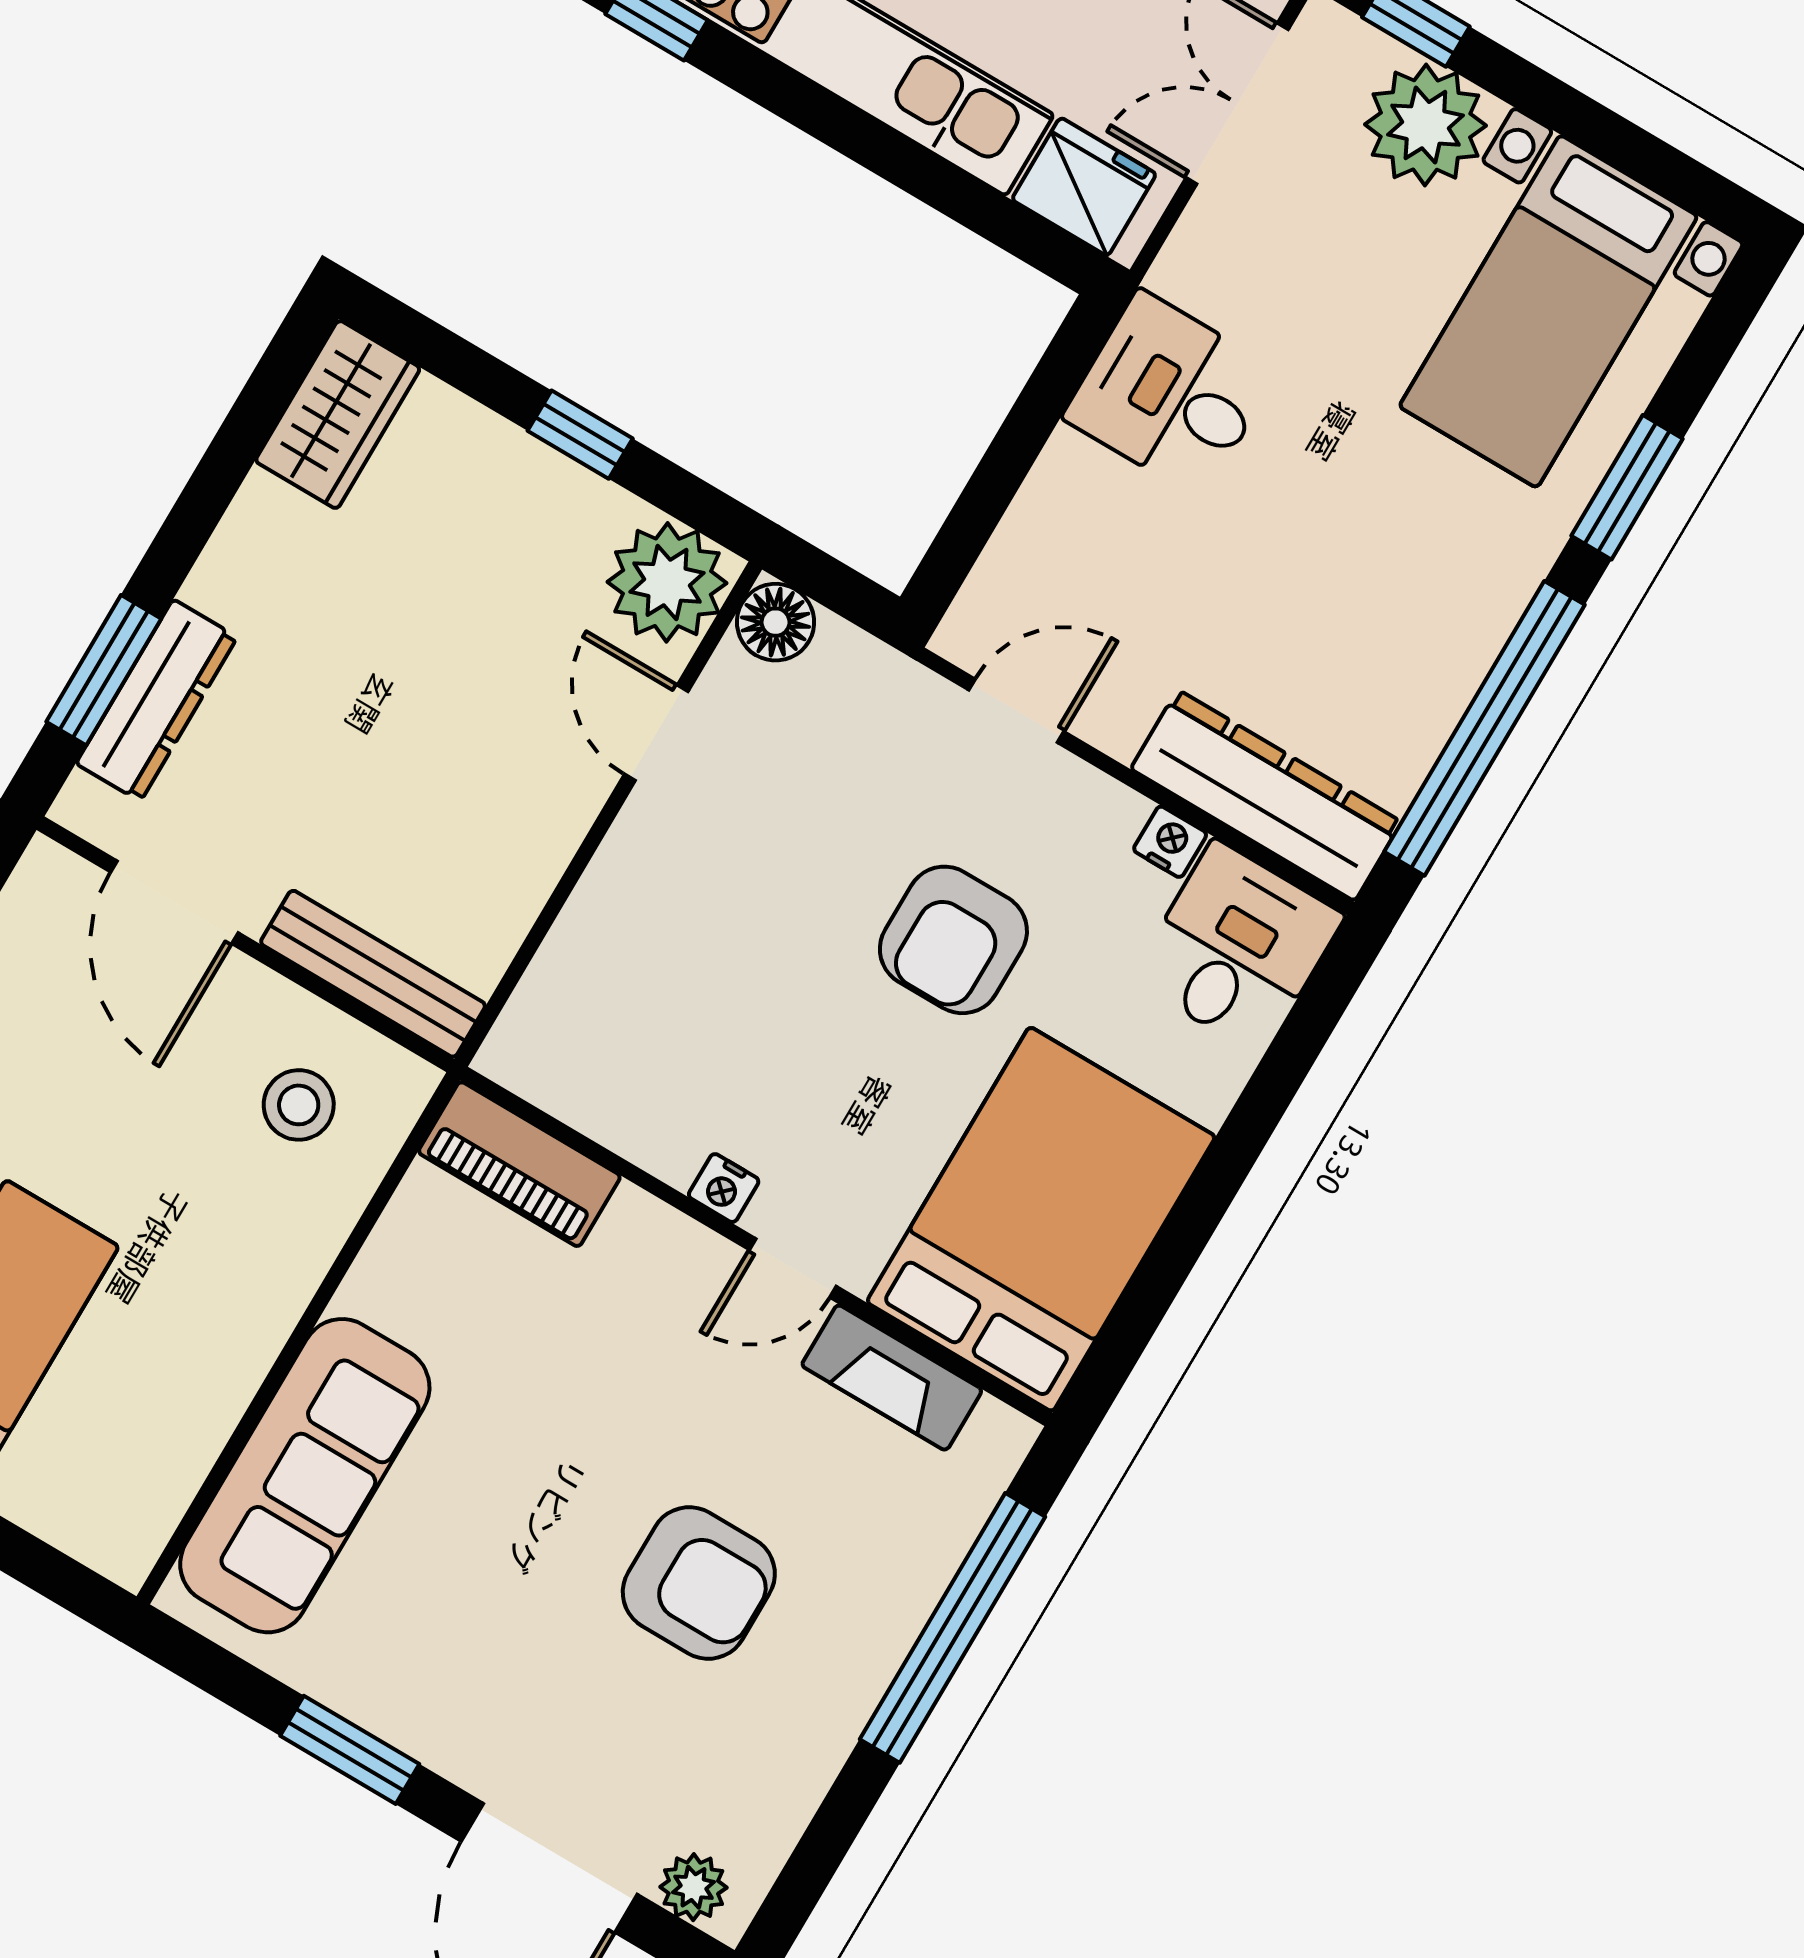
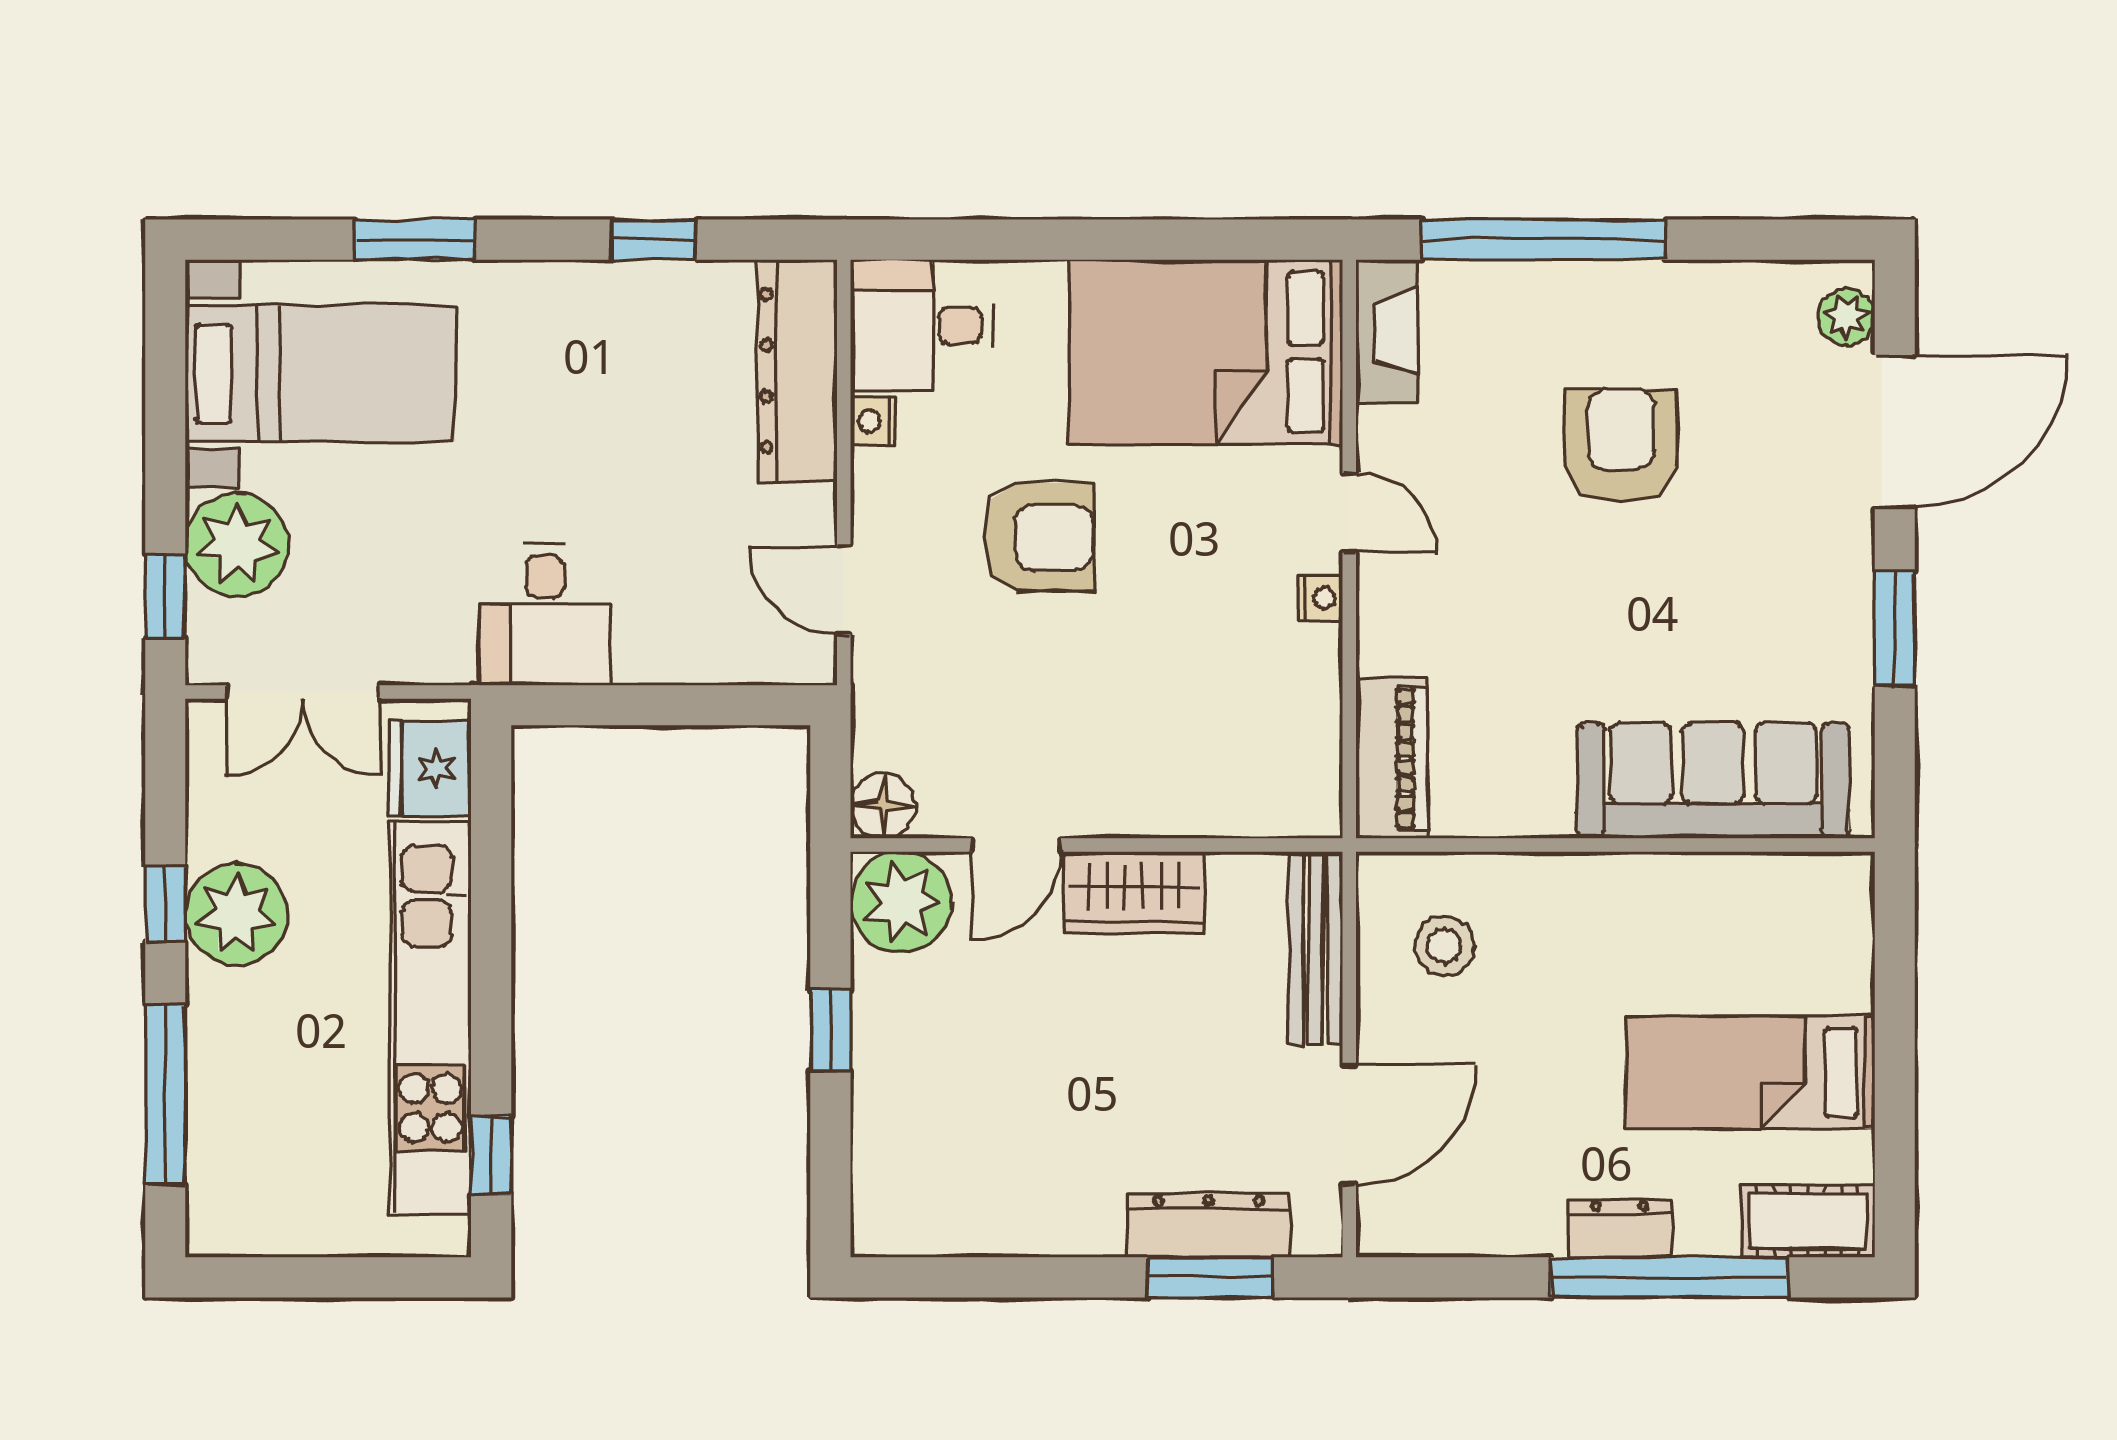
wardrobe: (338, 415) -> (1134, 892), moved, turned 180
window: (1484, 728) -> (654, 240), width x0.32
fireplace: (892, 1378) -> (1387, 332), moved

